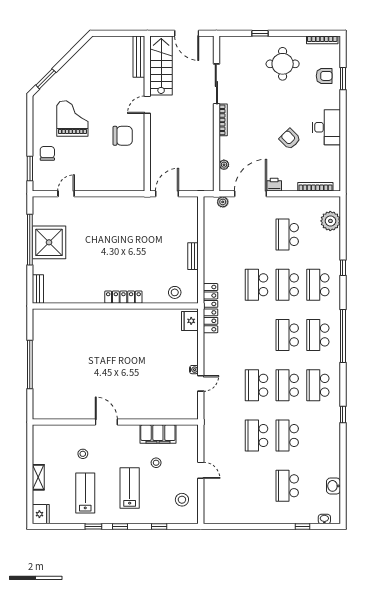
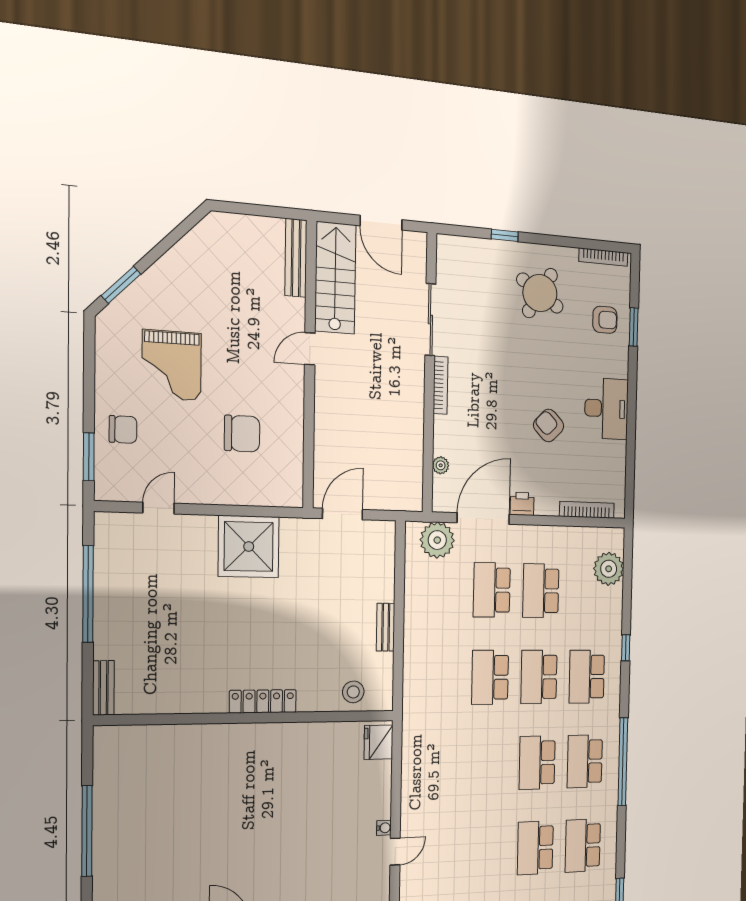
round table: (283, 64) -> (540, 293), turned 32
grand piano: (72, 119) -> (172, 365), turned 180
chair: (123, 136) -> (242, 434), moved
chair: (47, 153) -> (123, 429), turned 90
plant: (223, 202) -> (437, 540), width x1.88, depth x1.88
shower: (49, 242) -> (249, 546), moved
locker: (211, 308) -> (414, 719), removed
school desk: (257, 385) -> (492, 590), moved

